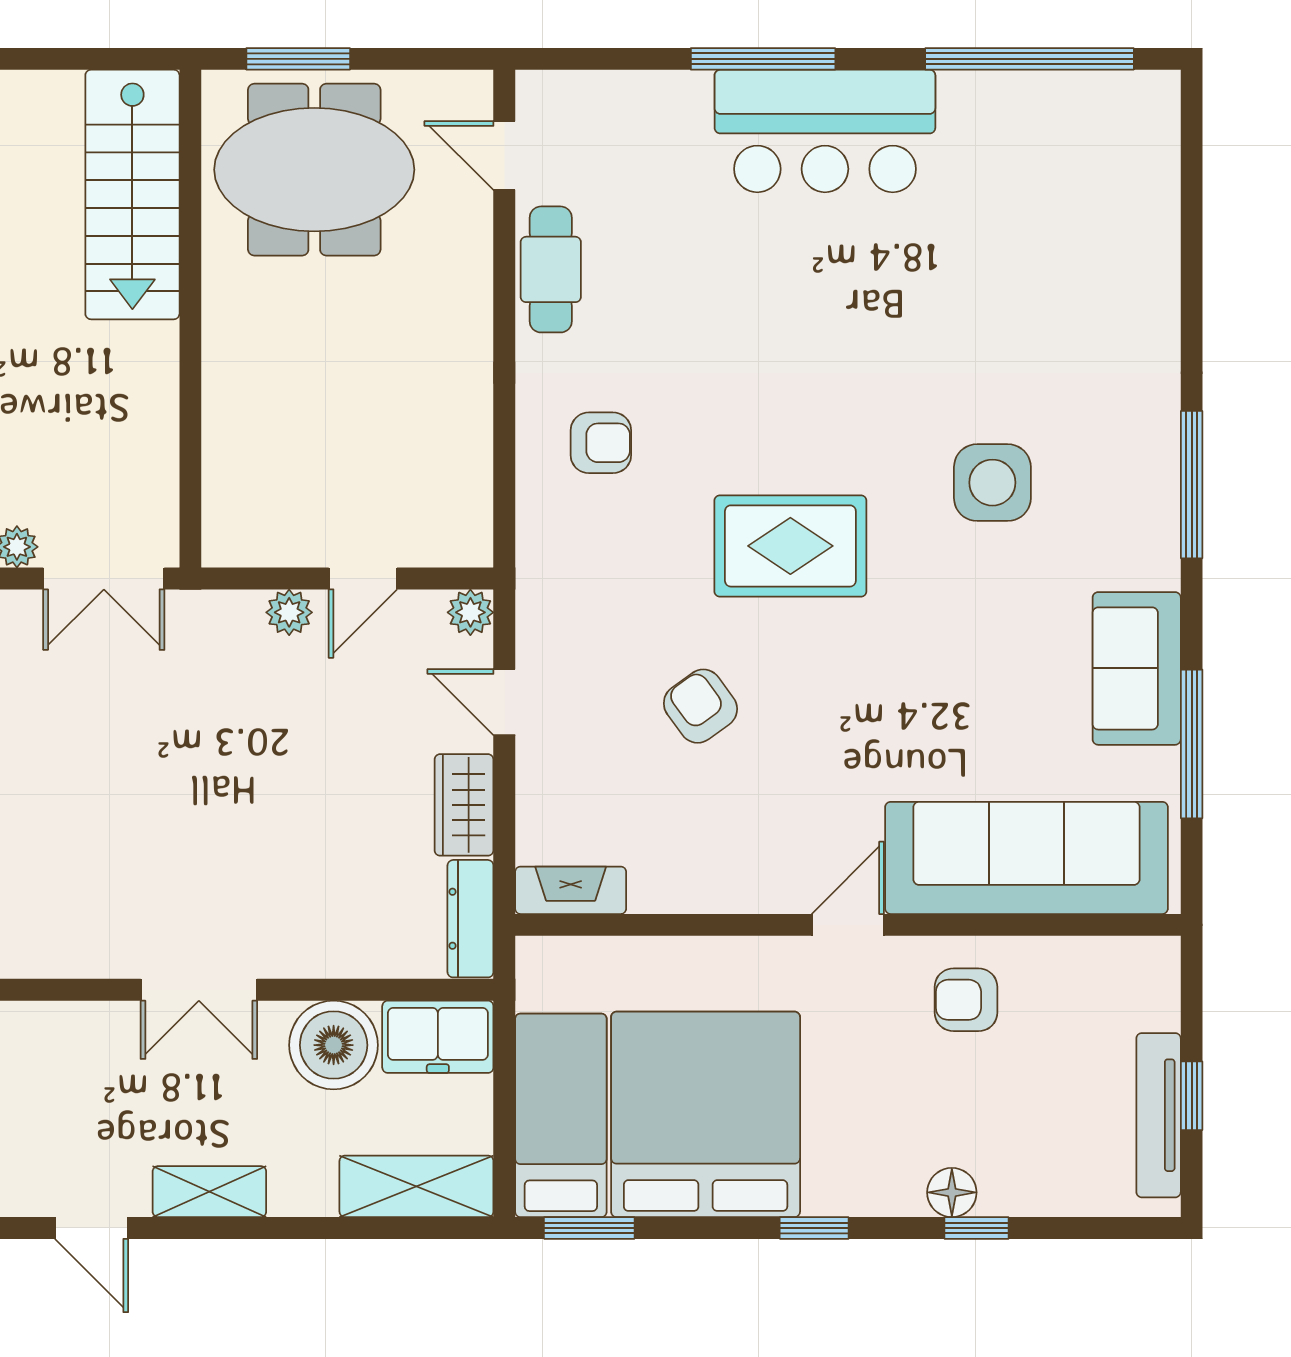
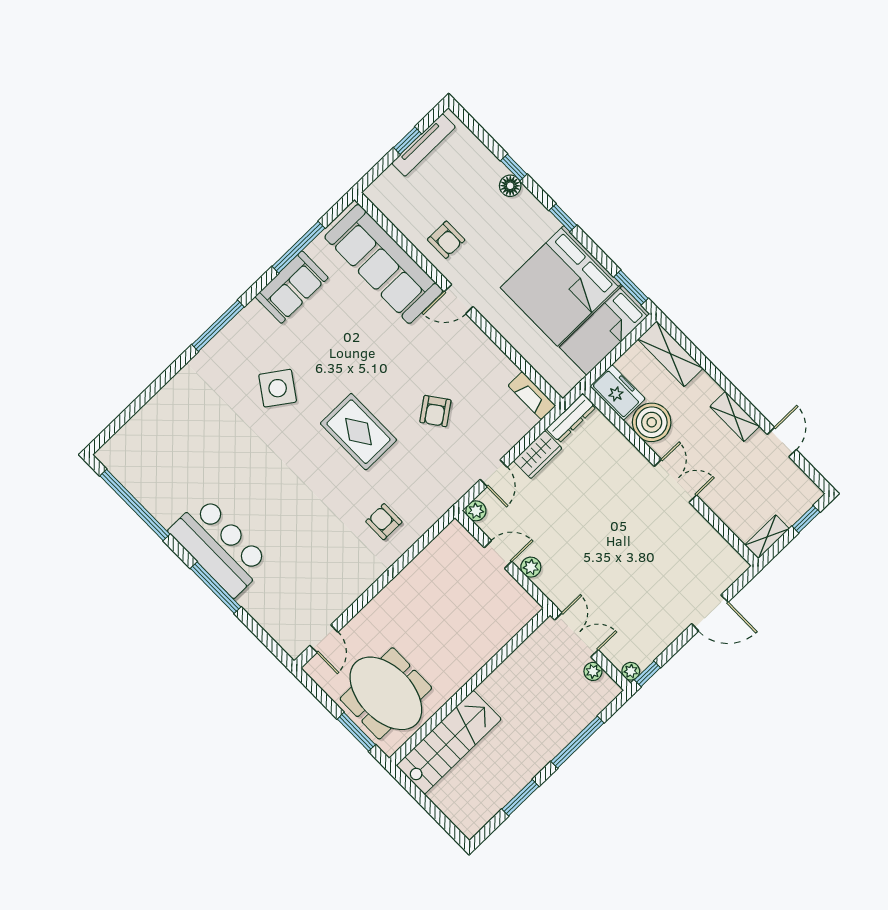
cafe table: (551, 269) -> (345, 590), removed
side table: (992, 483) -> (278, 388), turned 35

